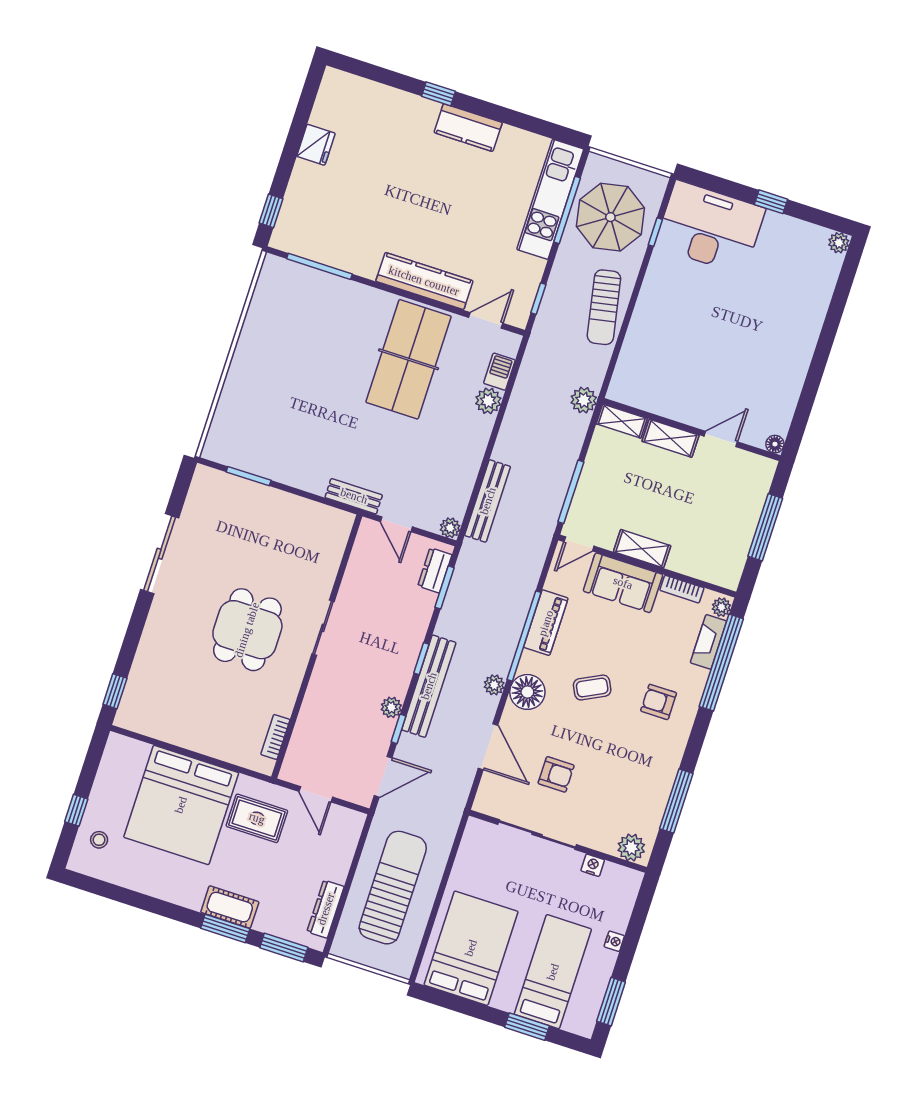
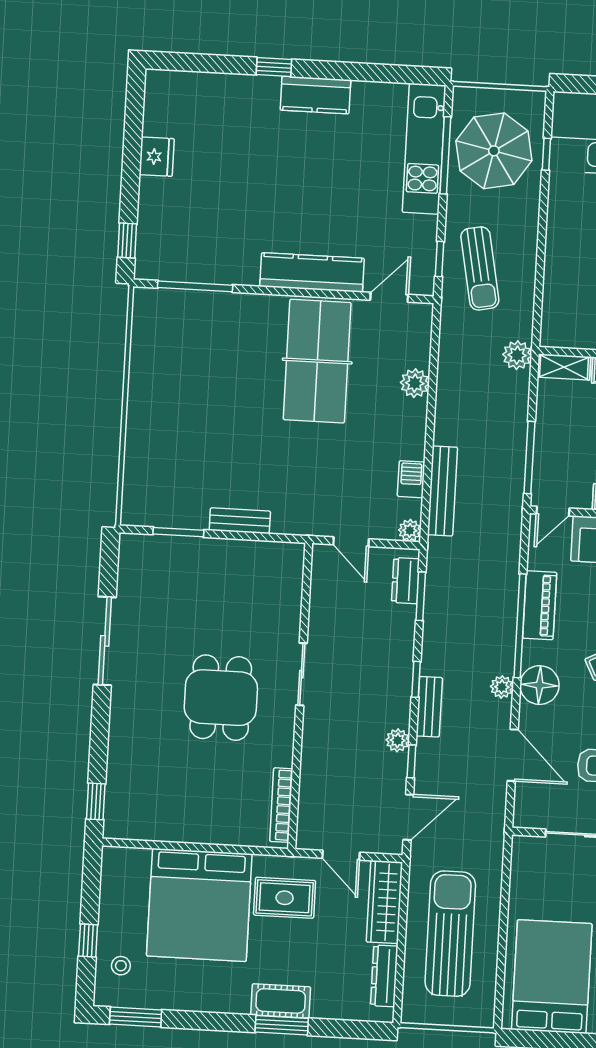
sun lounger: (604, 307) -> (480, 268), moved
barbecue: (499, 372) -> (411, 479), moved
bench: (354, 496) -> (240, 521), moved
bench: (429, 686) -> (429, 707), width x0.54, depth x0.82
bookcase: (275, 737) -> (281, 805), width x1.56
wardrobe: (343, 845) -> (384, 902), added
window: (284, 948) -> (136, 1017), moved

